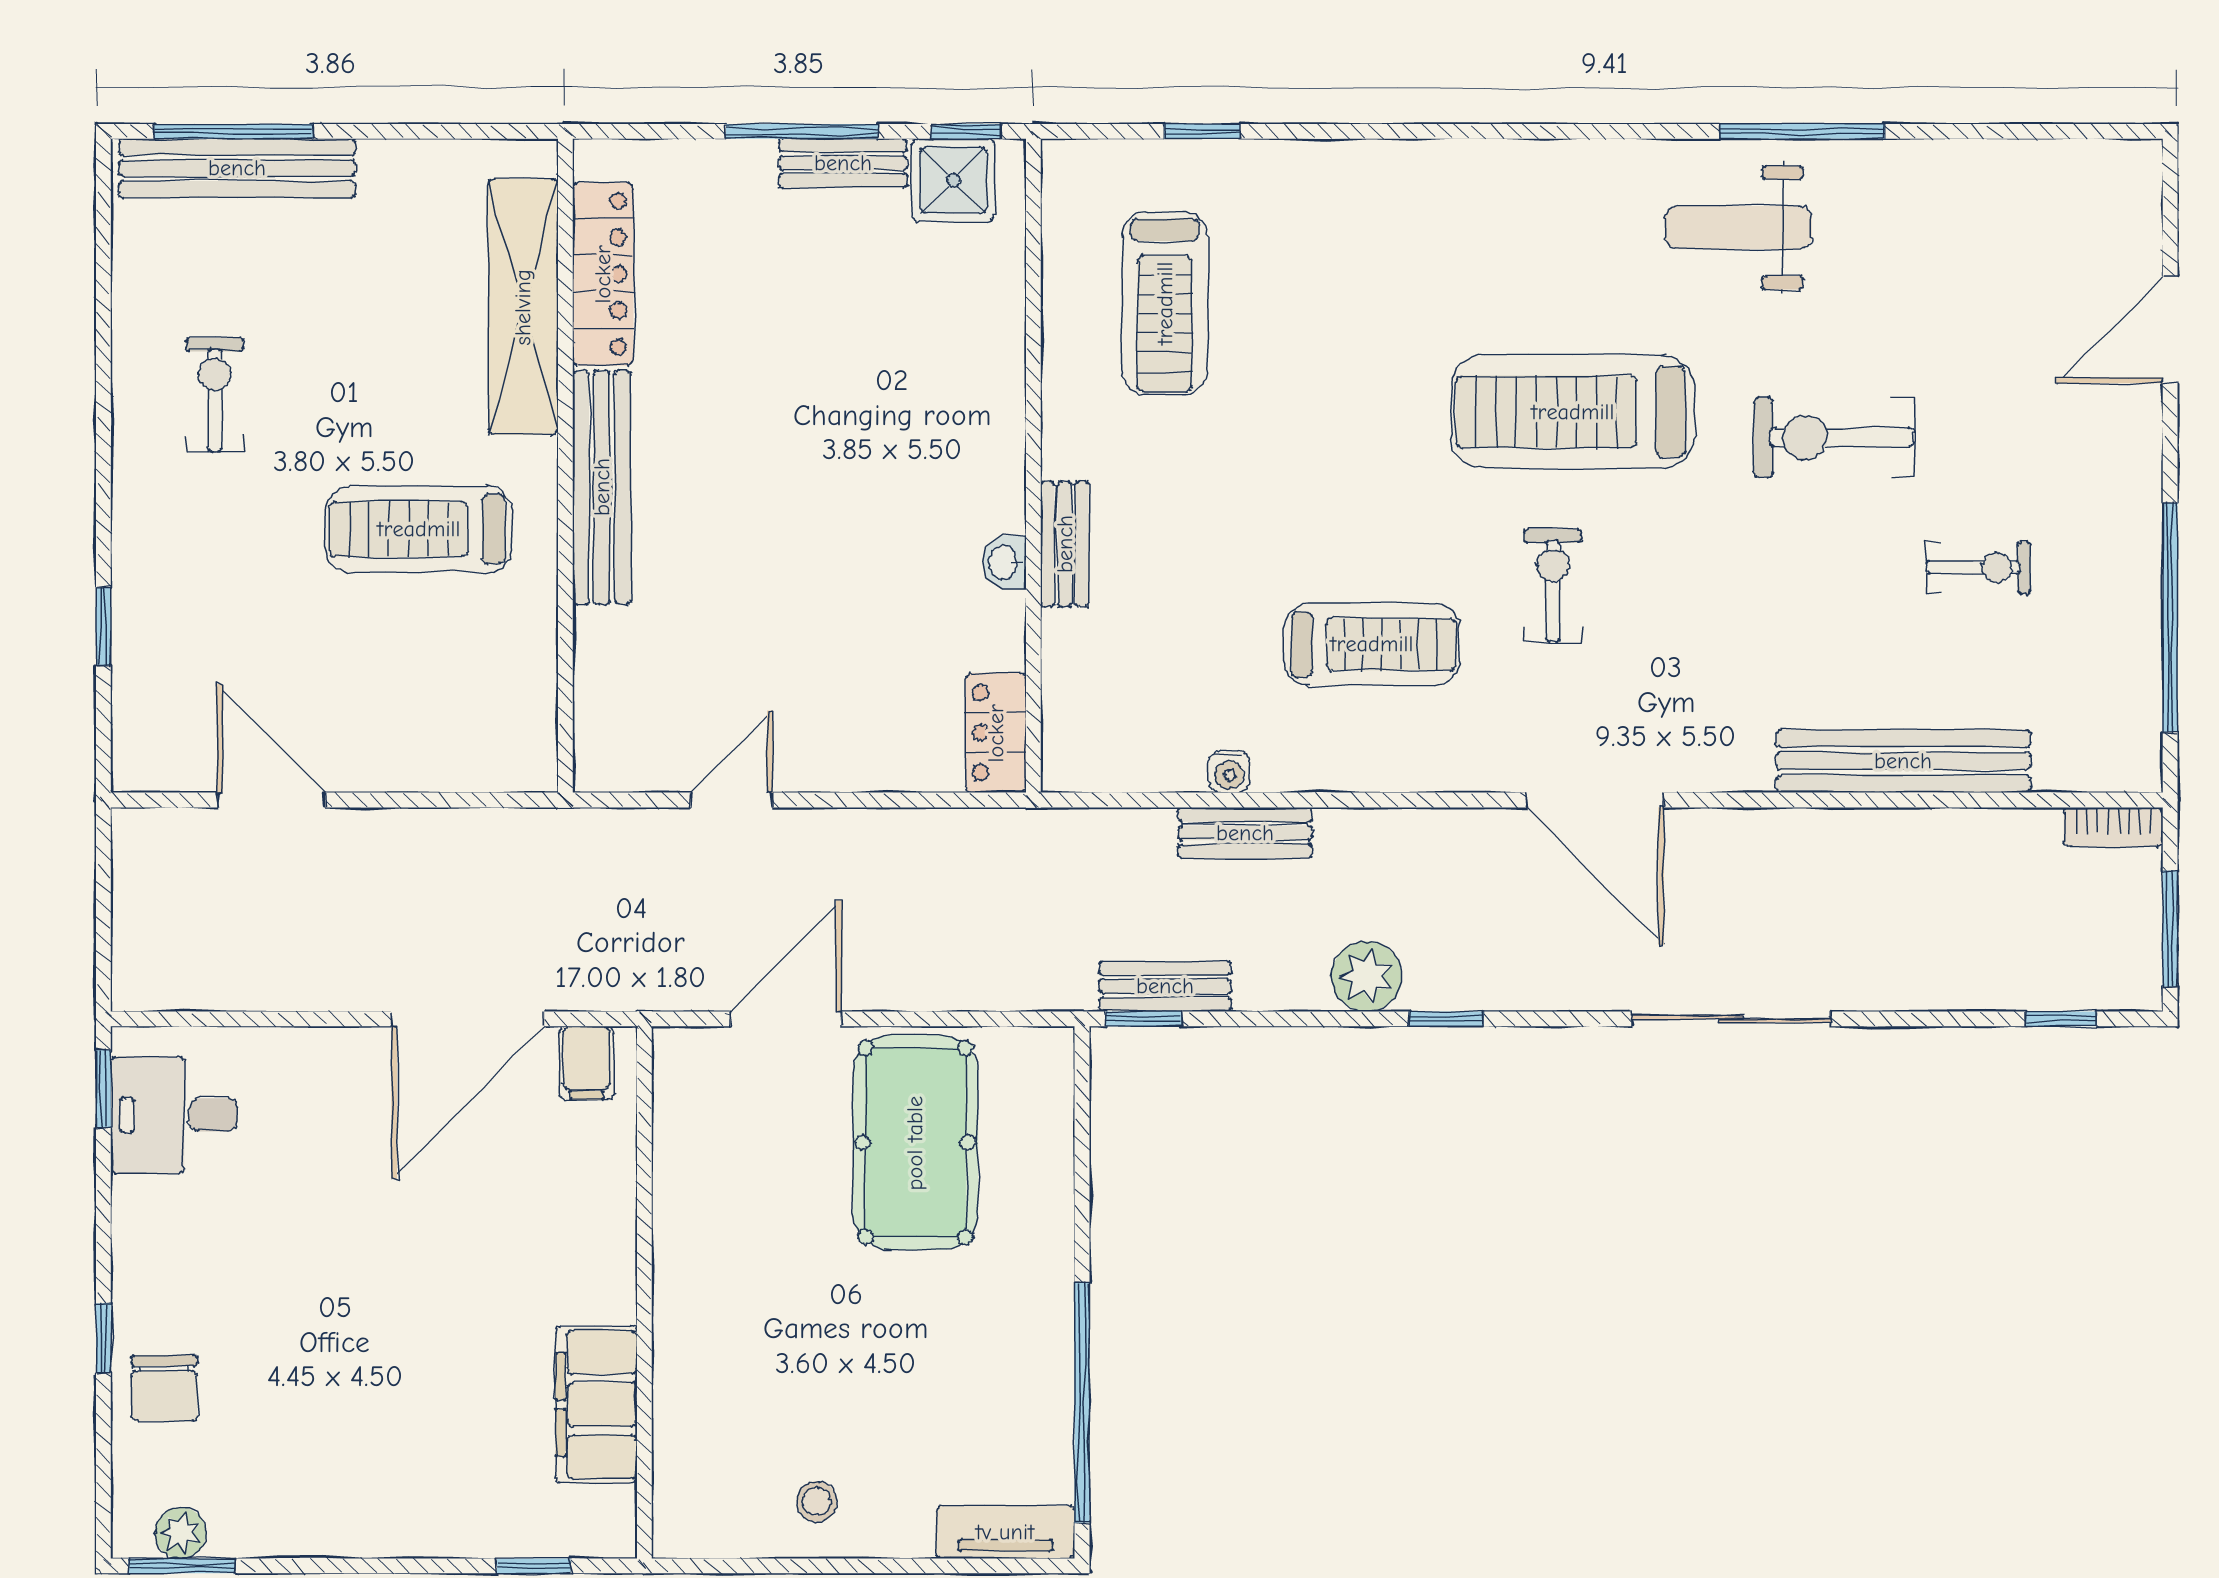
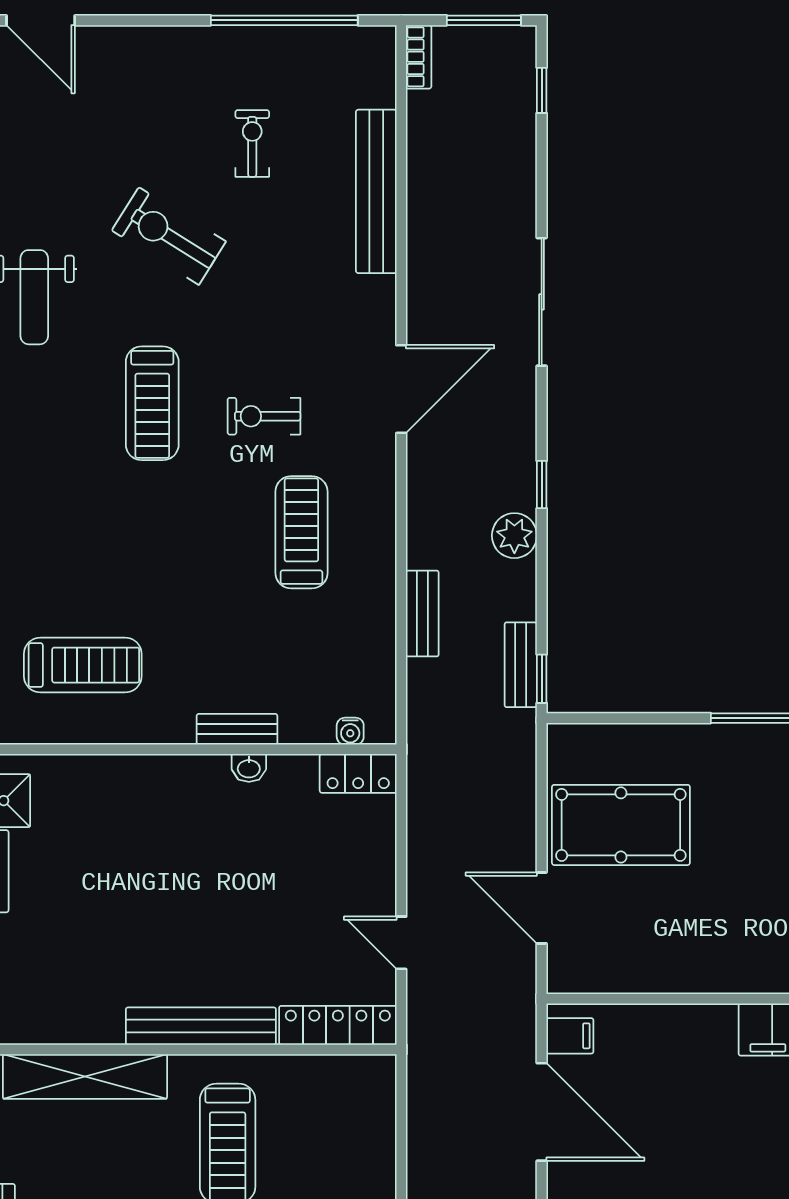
locker: (603, 274) -> (338, 1025), moved
door: (2170, 330) -> (41, 20), moved
treadmill: (1573, 412) -> (152, 403), width x0.73, depth x0.73
exercise bike: (1834, 437) -> (169, 236), turned 122
water cooler: (1229, 772) -> (350, 731), moved, turned 90

